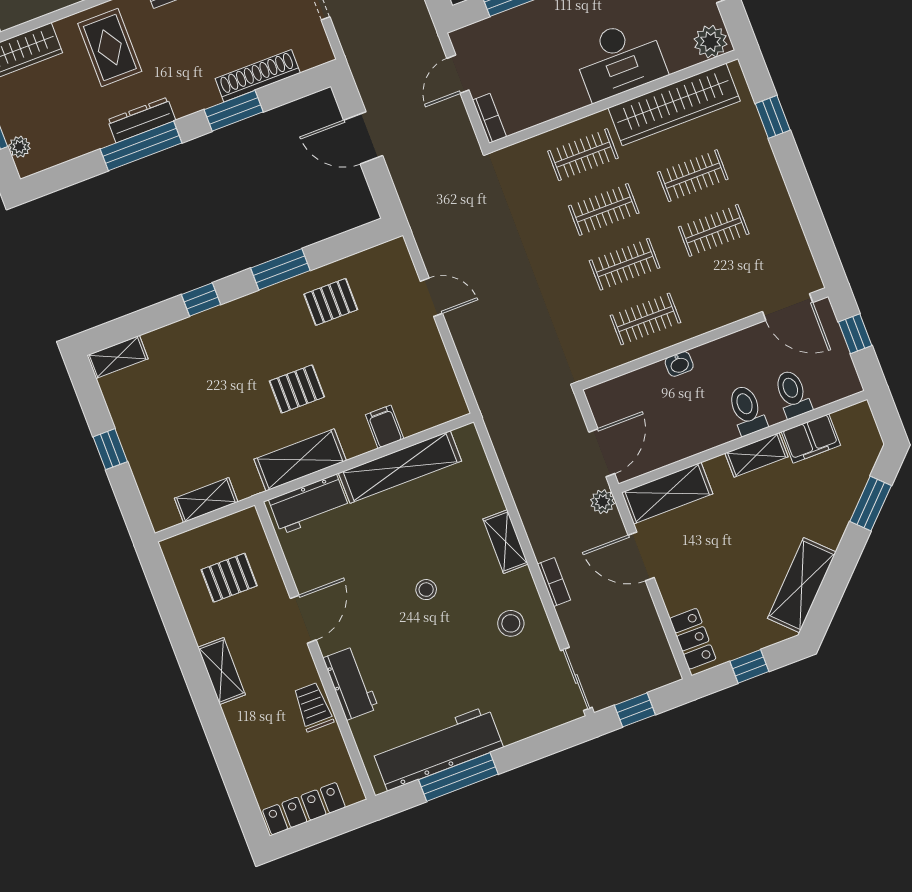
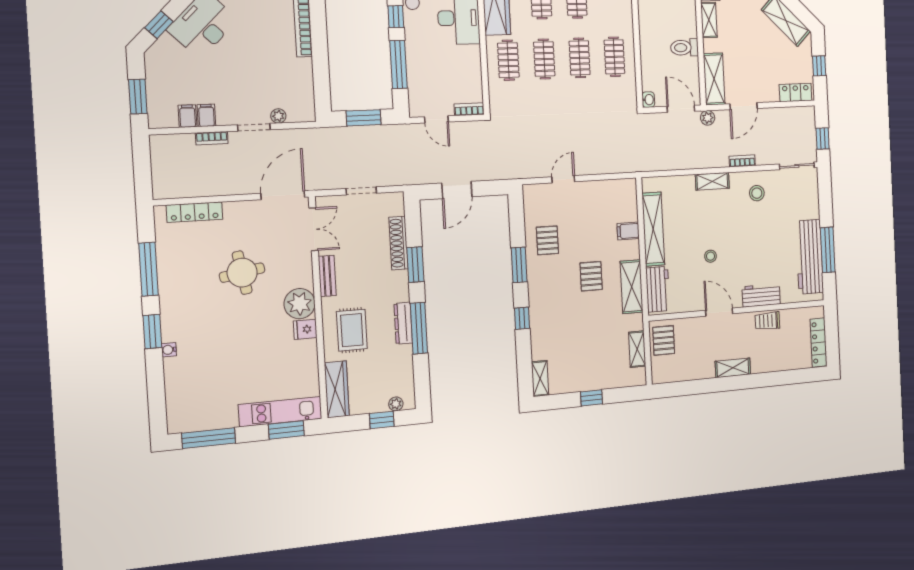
rug: (110, 47) -> (352, 330), turned 90
washbasin: (679, 364) -> (648, 100), moved
toilet: (747, 410) -> (684, 48), moved
pallet: (229, 578) -> (664, 340), moved
stool: (426, 590) -> (710, 256), moved

